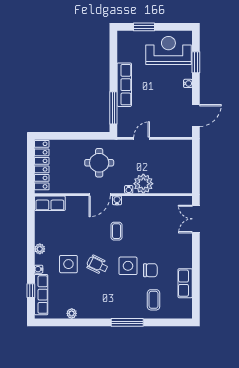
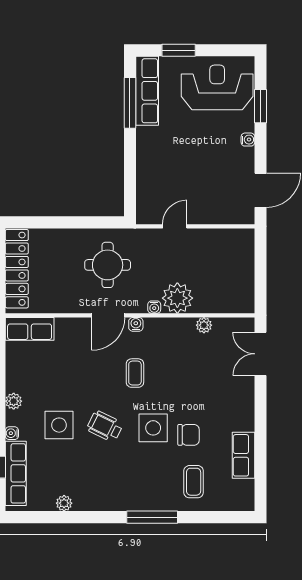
row of seats: (124, 85) -> (147, 91), moved
window: (113, 108) -> (130, 103), moved
plant: (160, 201) -> (204, 325), added

